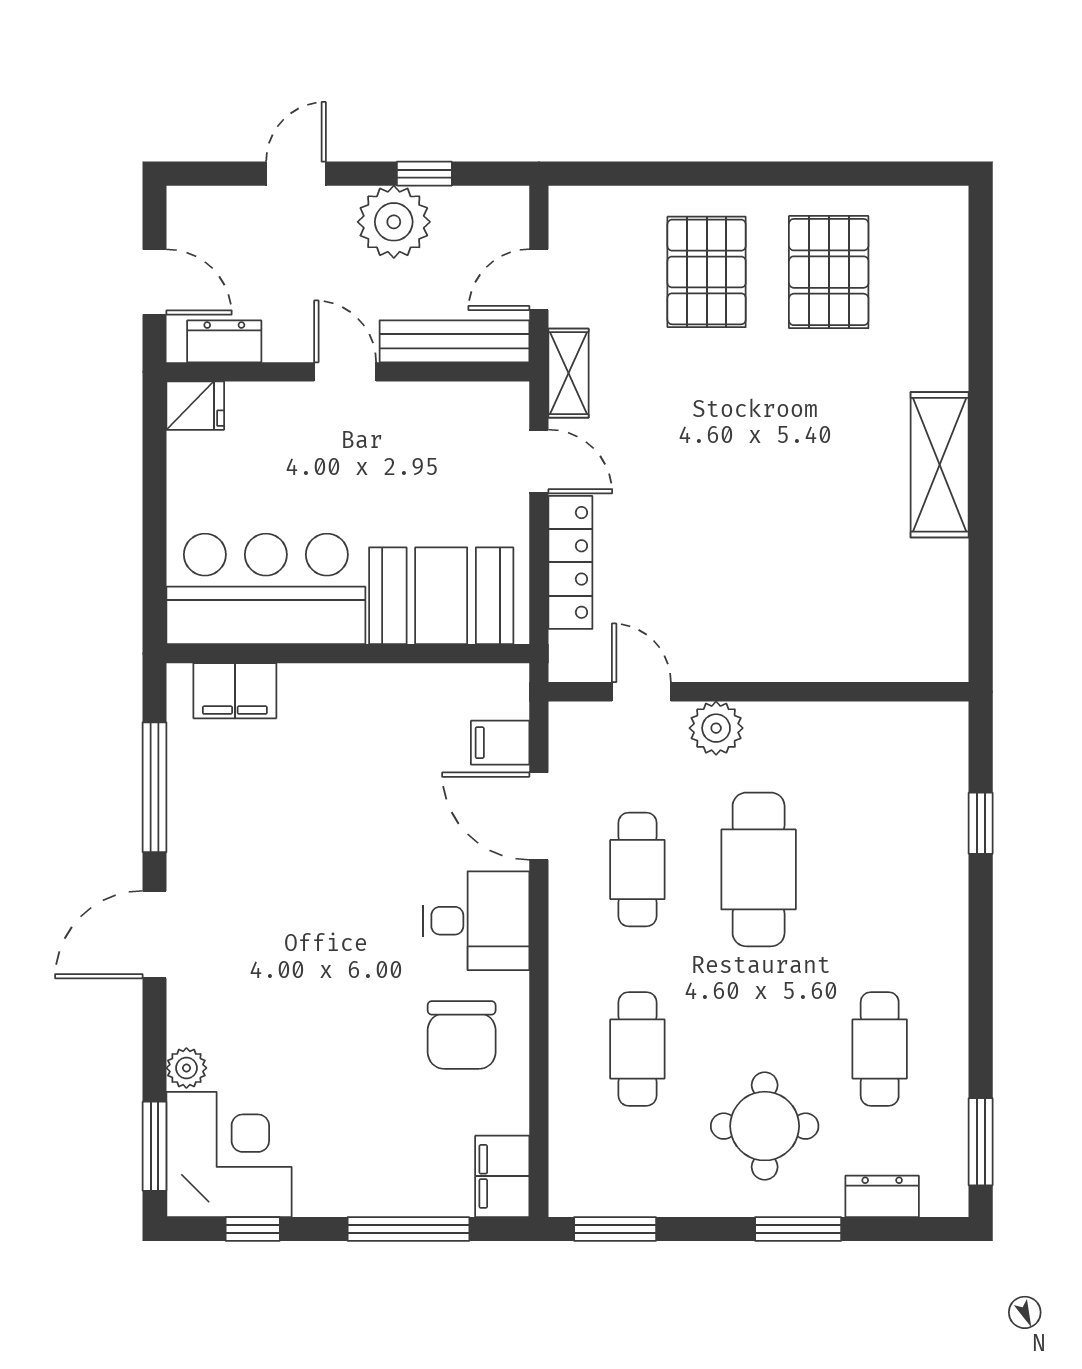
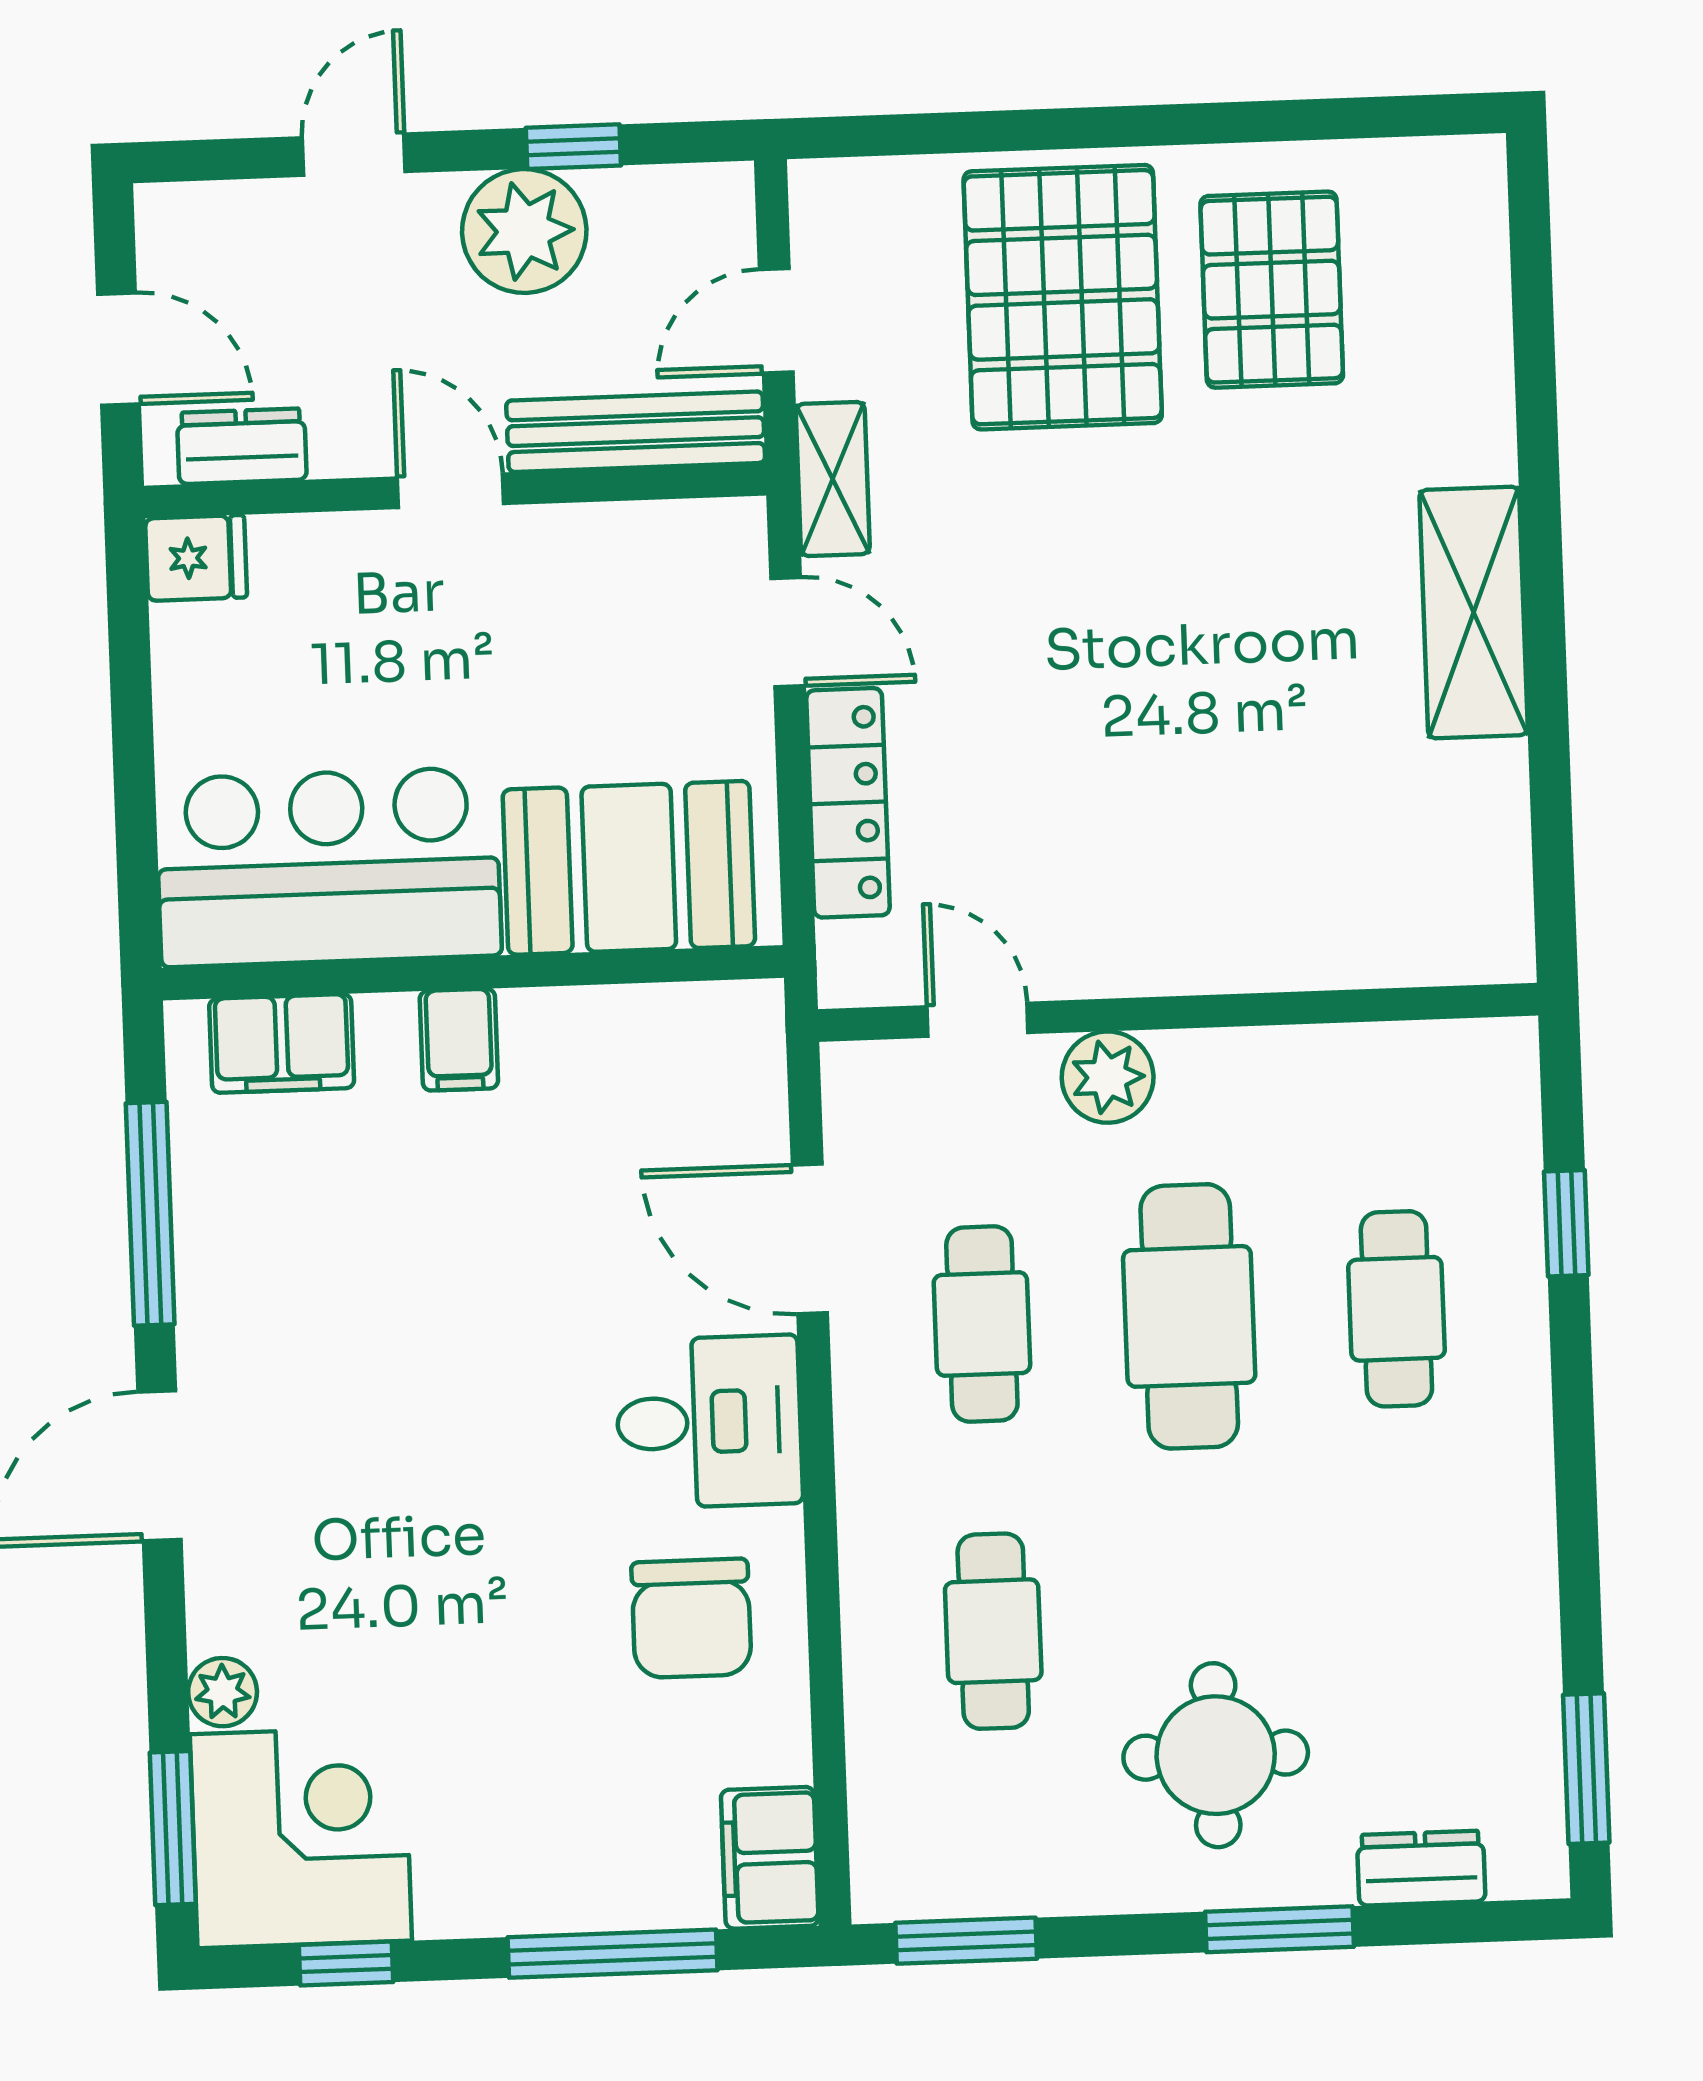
pallet: (707, 272) -> (1063, 297), width x1.37, depth x1.41
filing cabinet: (500, 743) -> (459, 1040), moved, turned -90
cafe table: (880, 1049) -> (1396, 1309), moved

